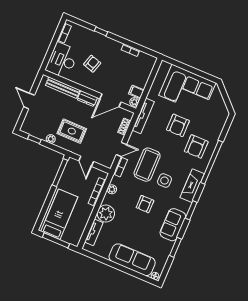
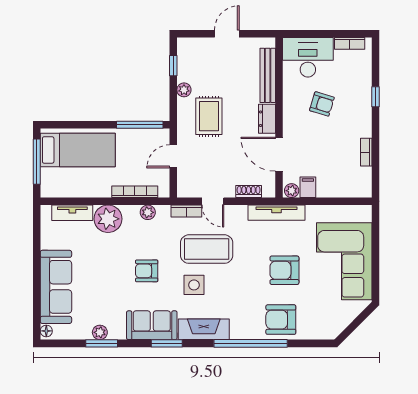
armchair: (196, 146) -> (281, 320), moved
sofa: (173, 225) -> (152, 325), moved
plant: (169, 246) -> (100, 332), added

